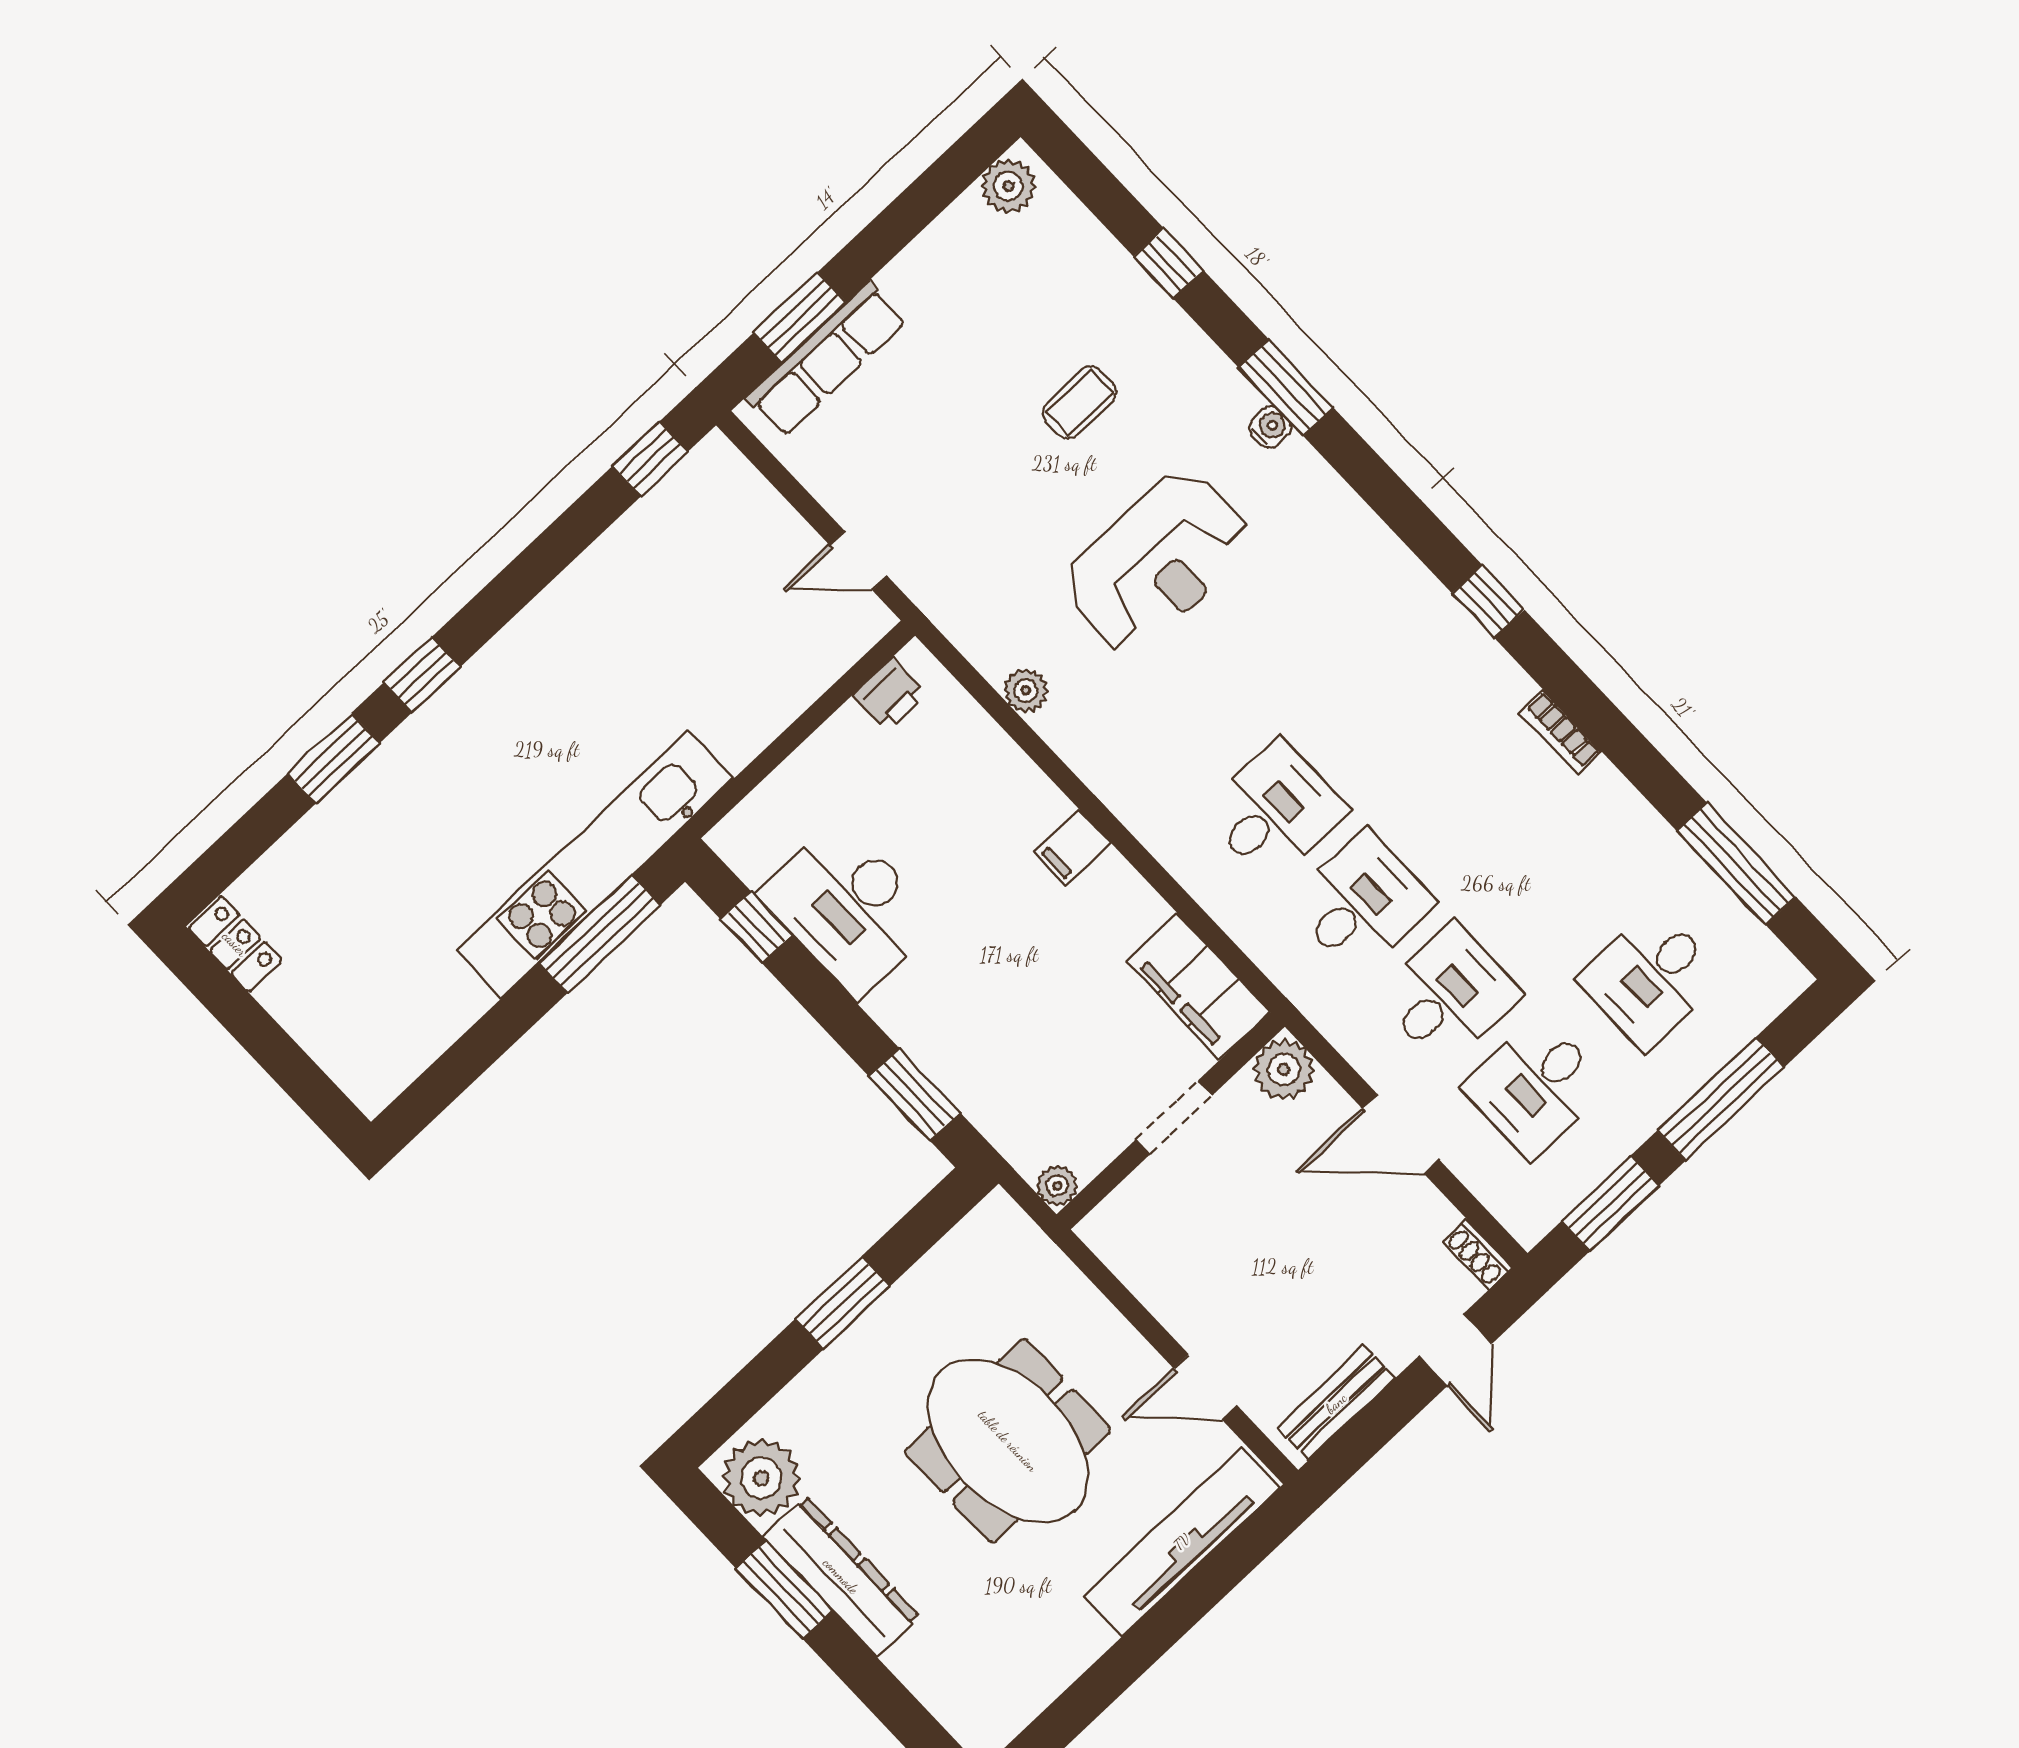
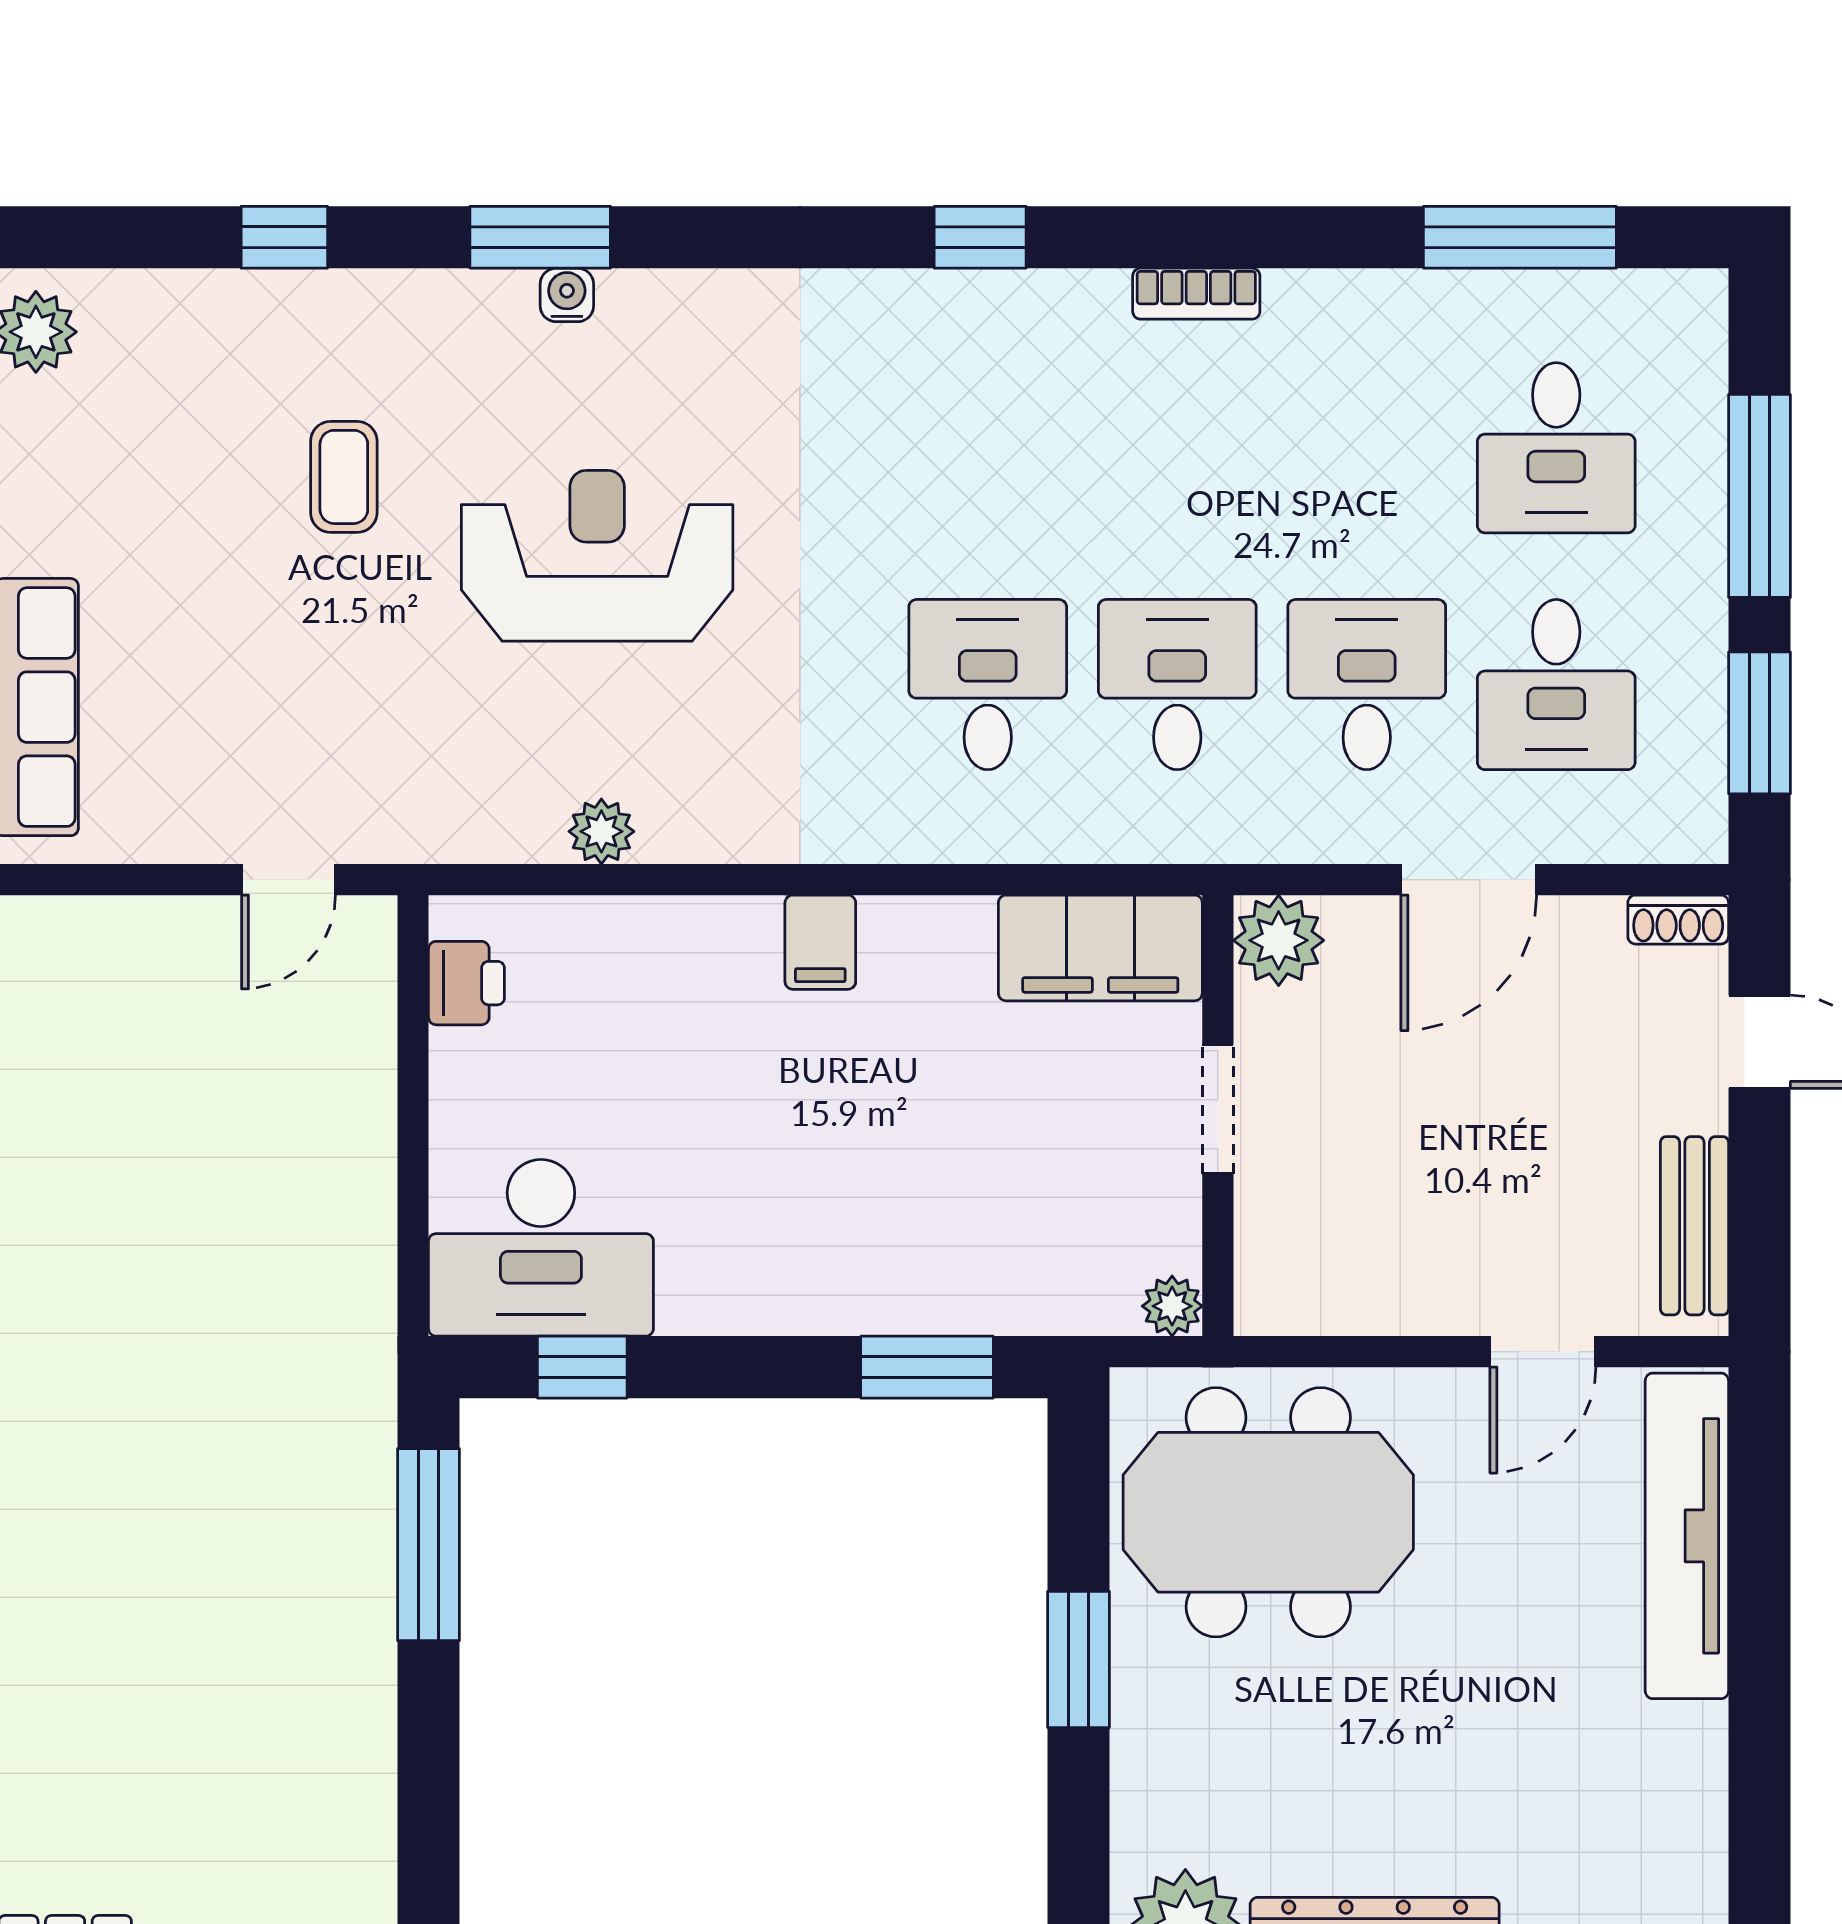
reception desk: (1157, 562) -> (597, 556), turned -90
kitchen unit: (595, 864) -> (348, 1477), removed
desk: (848, 908) -> (541, 1248), moved
meeting table: (1008, 1441) -> (1268, 1512), moved

